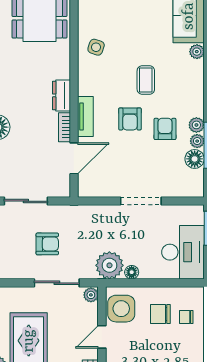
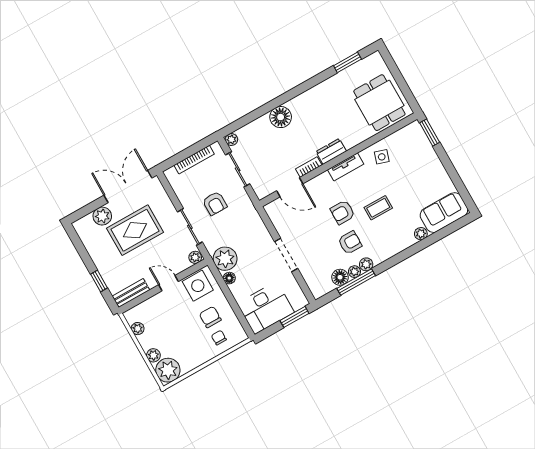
tv unit: (85, 117) -> (346, 167), moved

